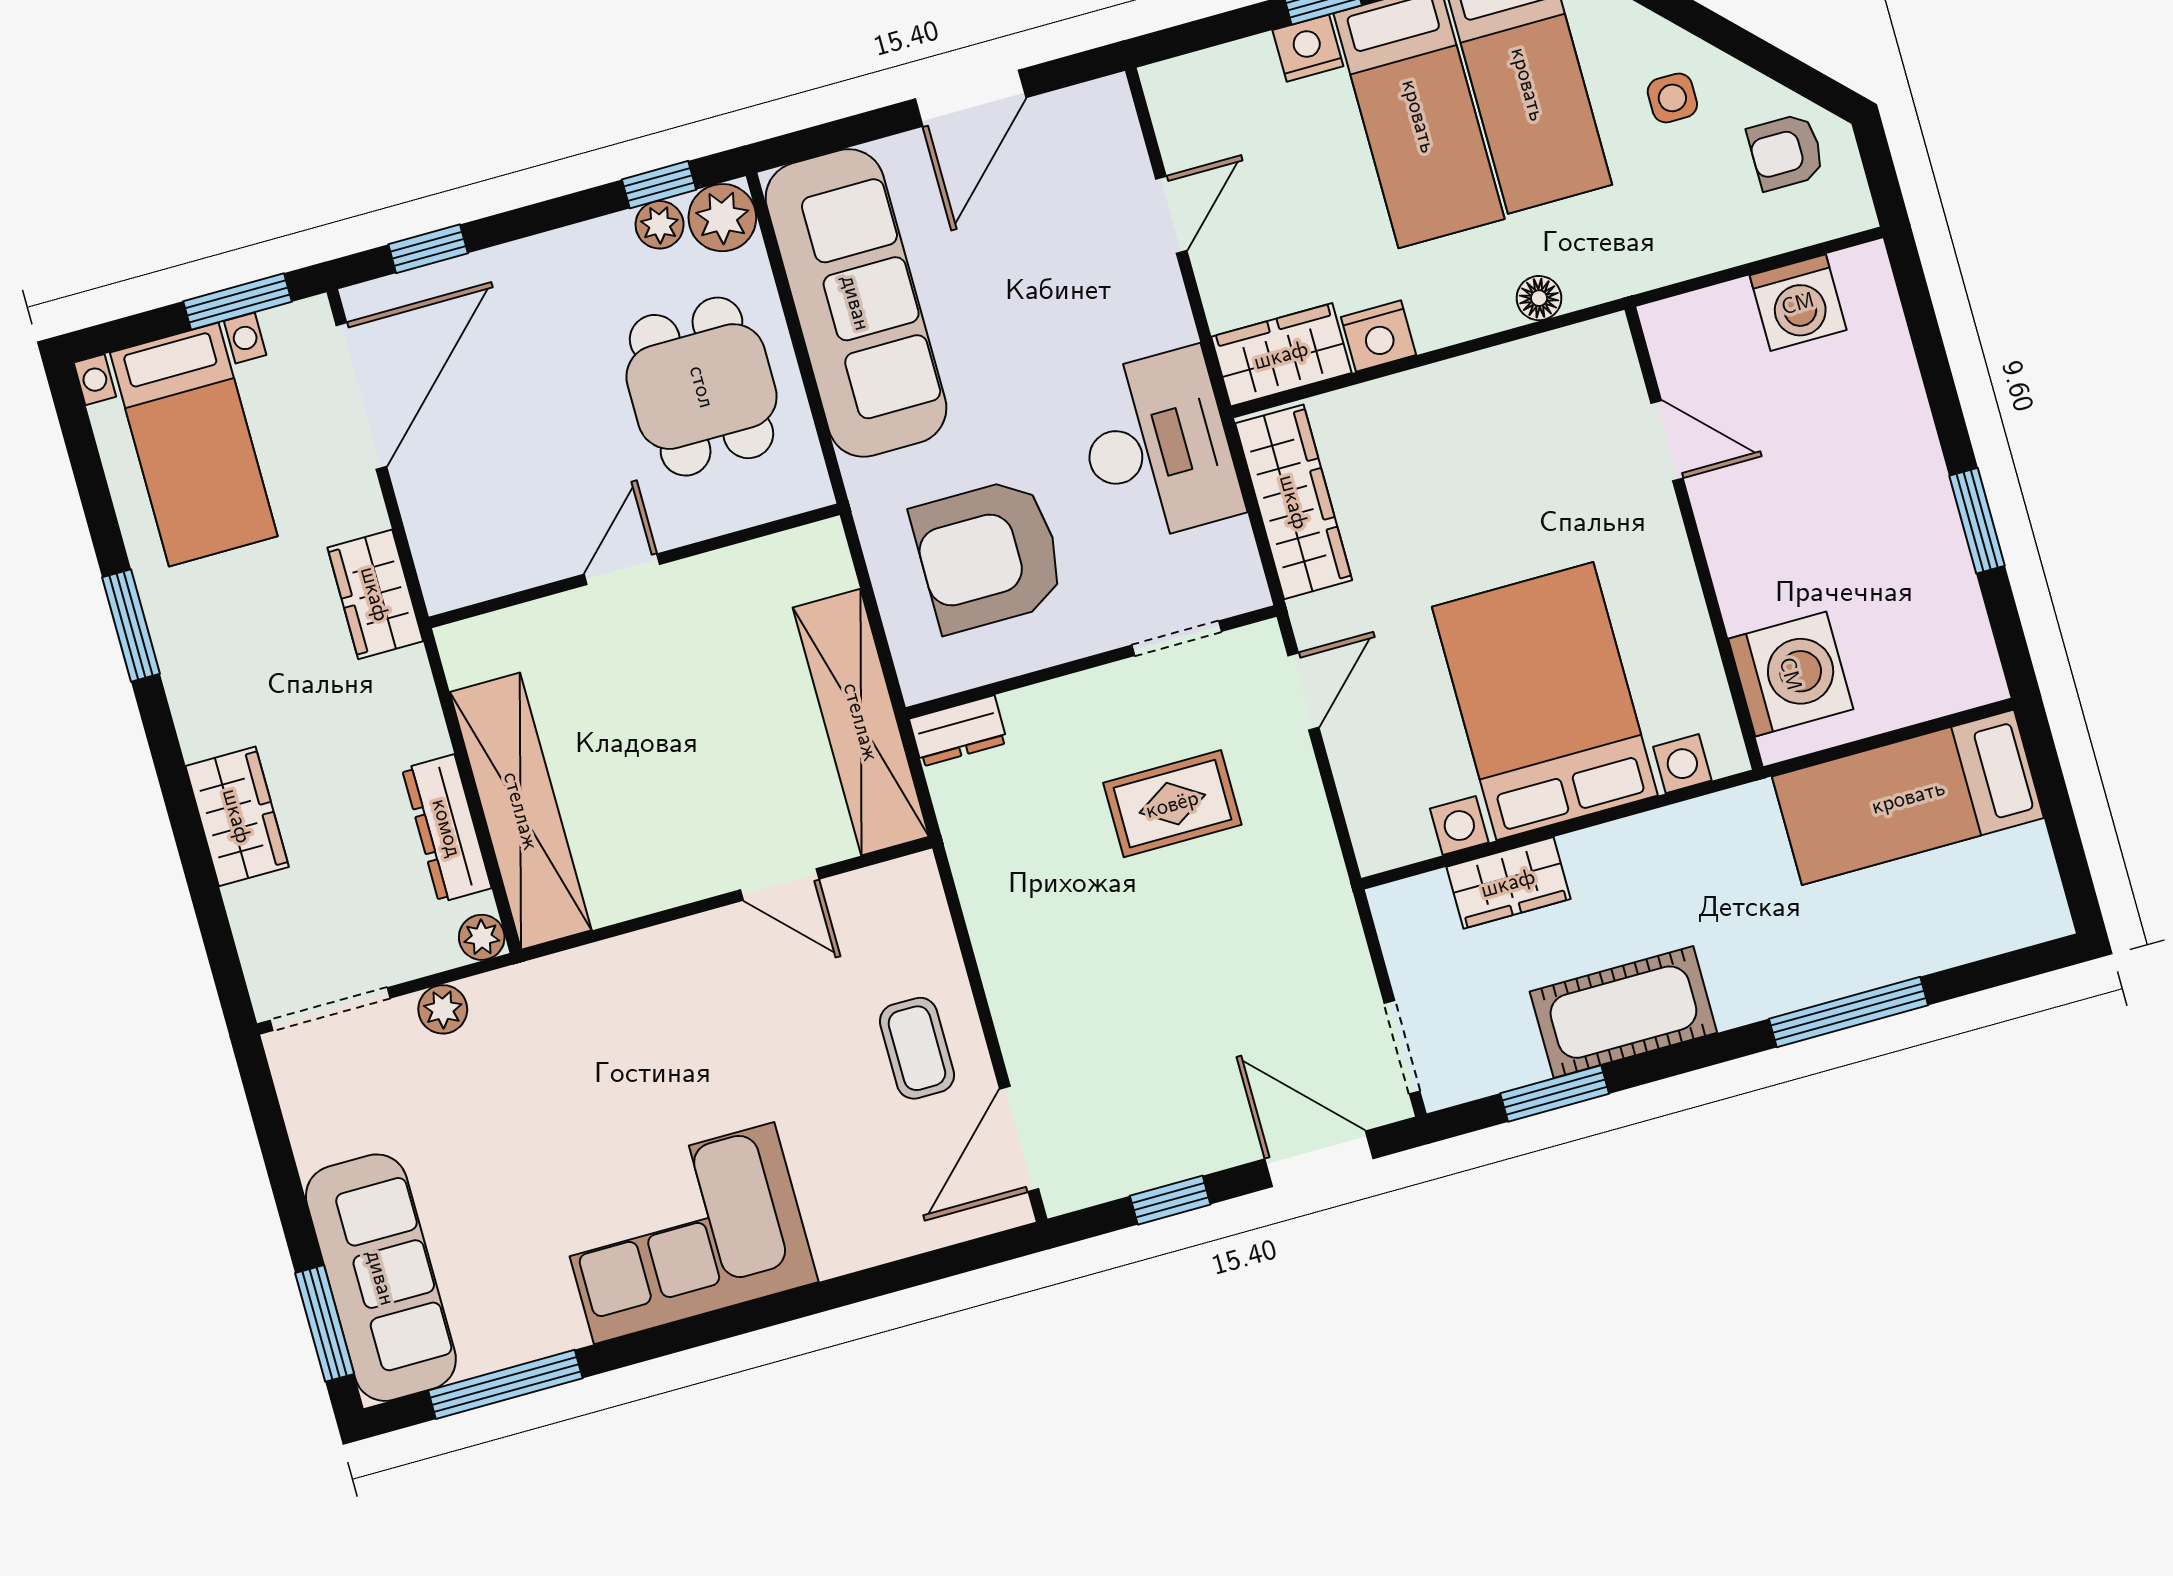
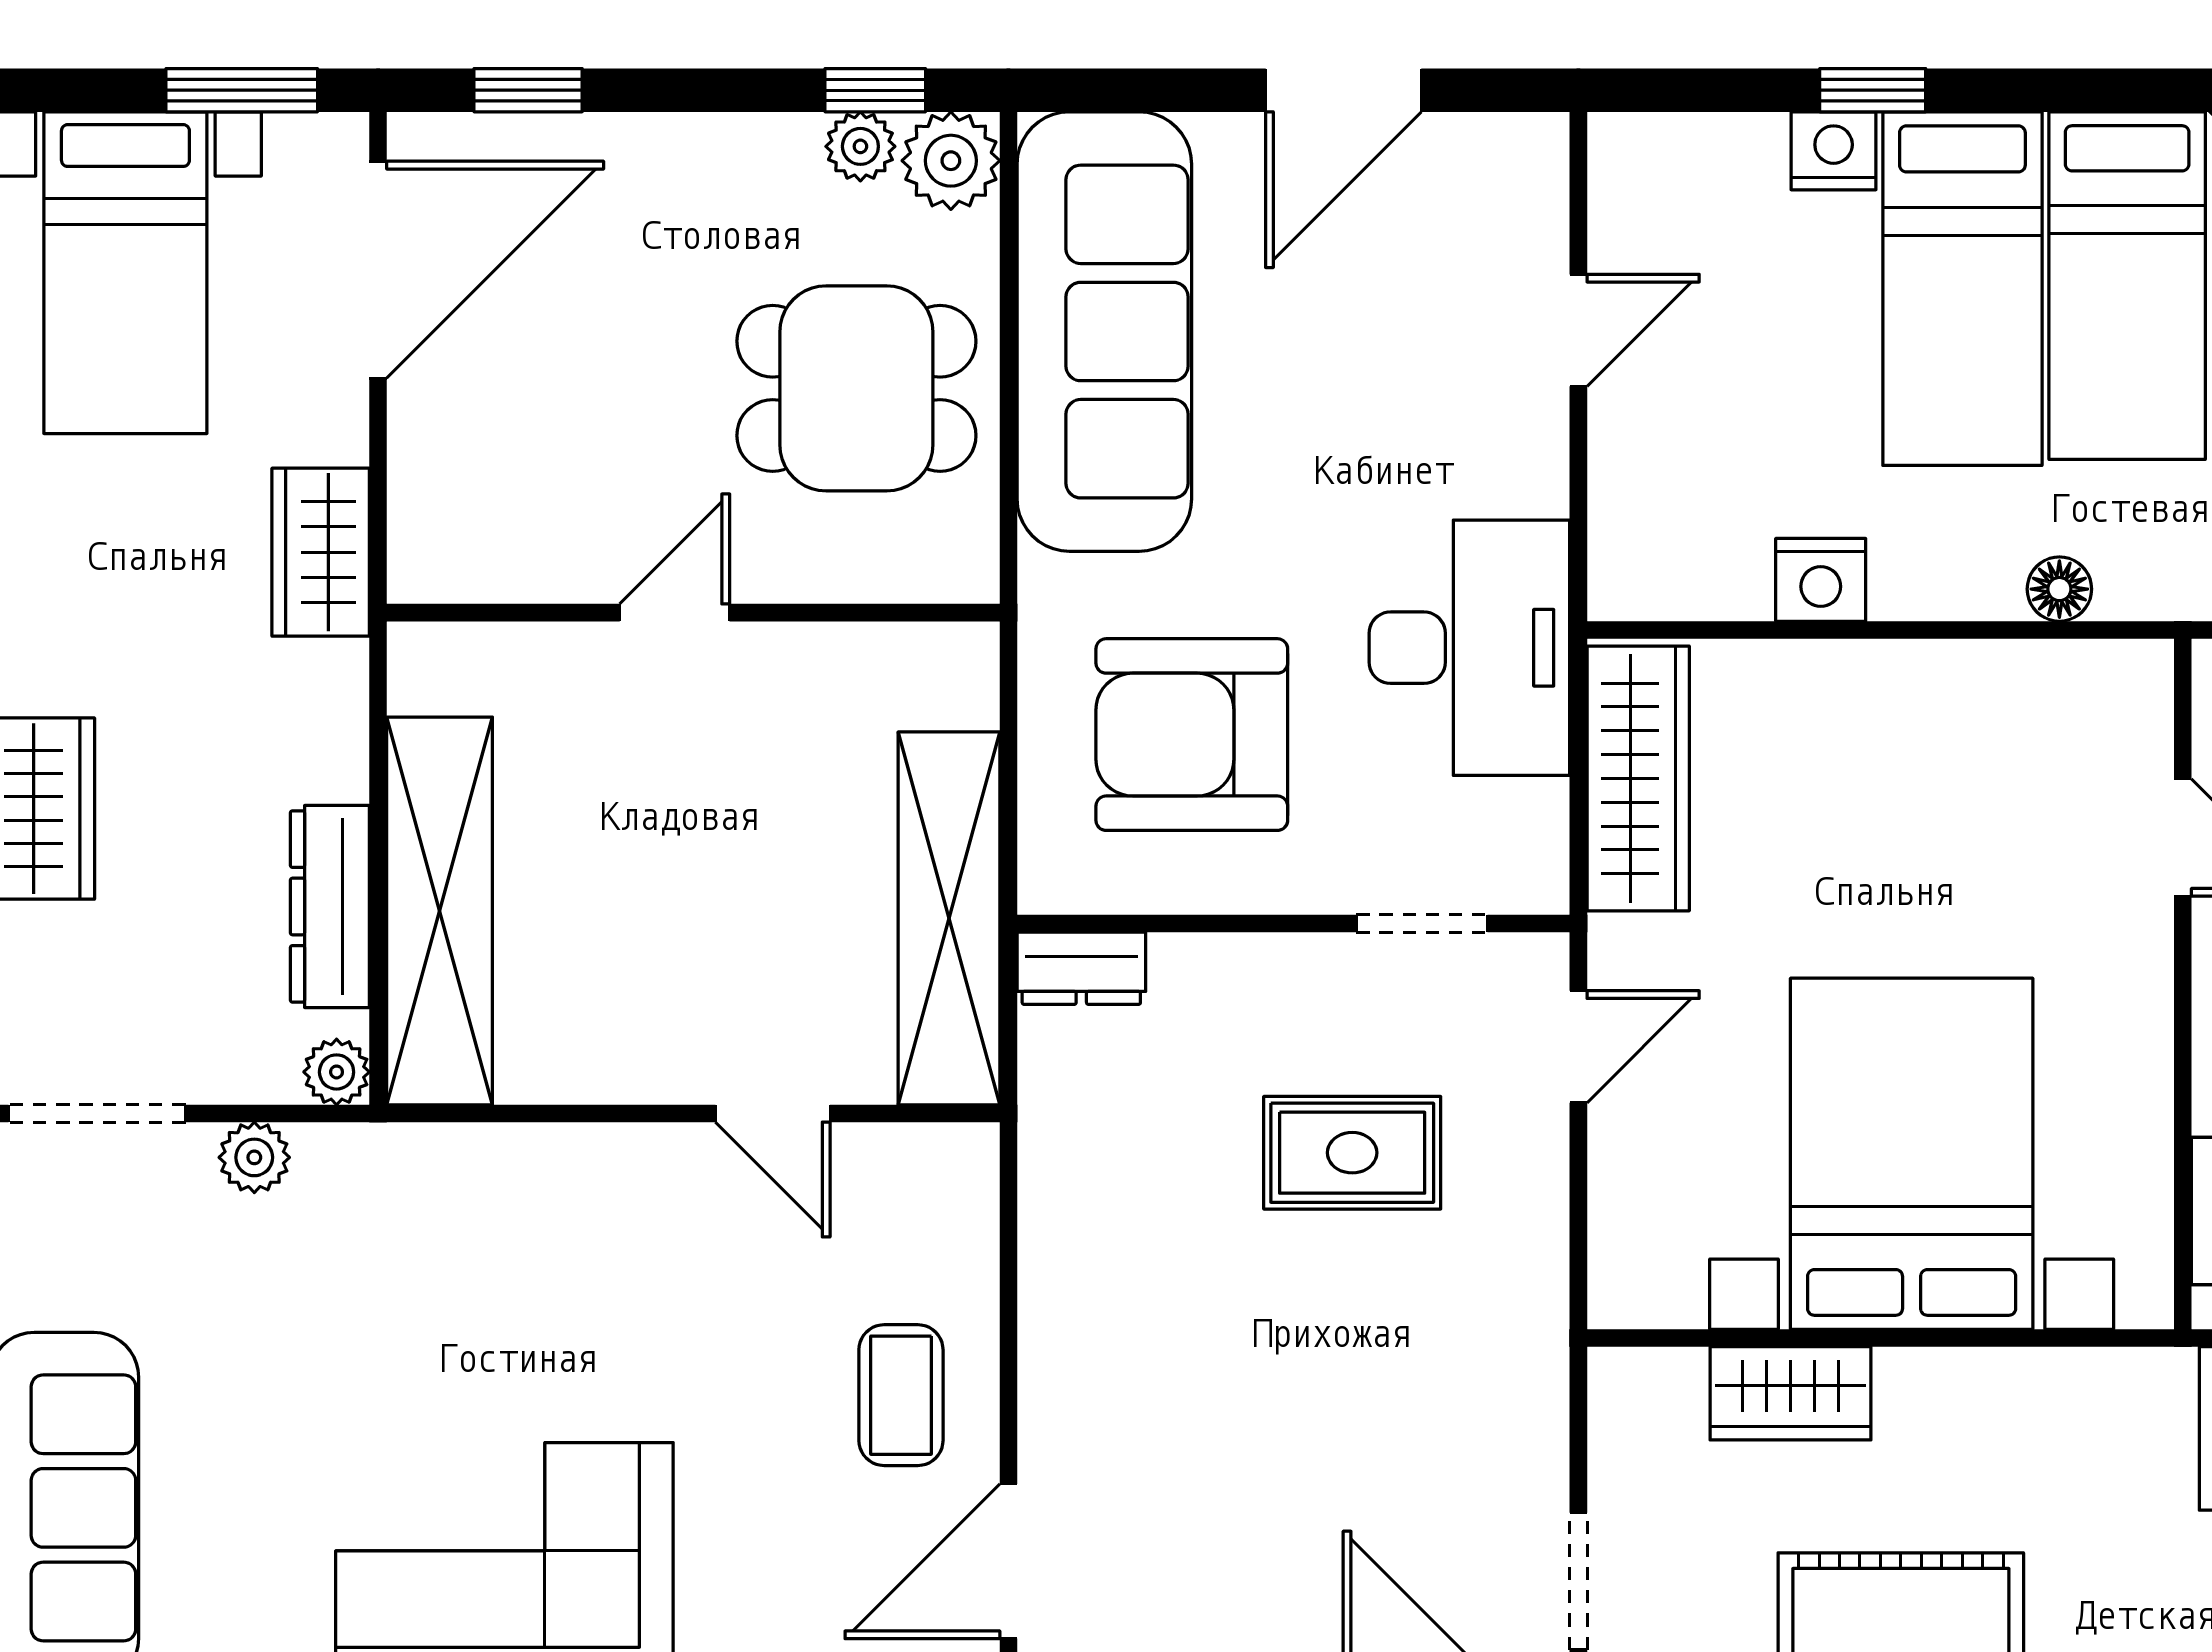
wardrobe: (1281, 355) -> (1678, 569), removed
dining table: (702, 387) -> (856, 388), turned 90

